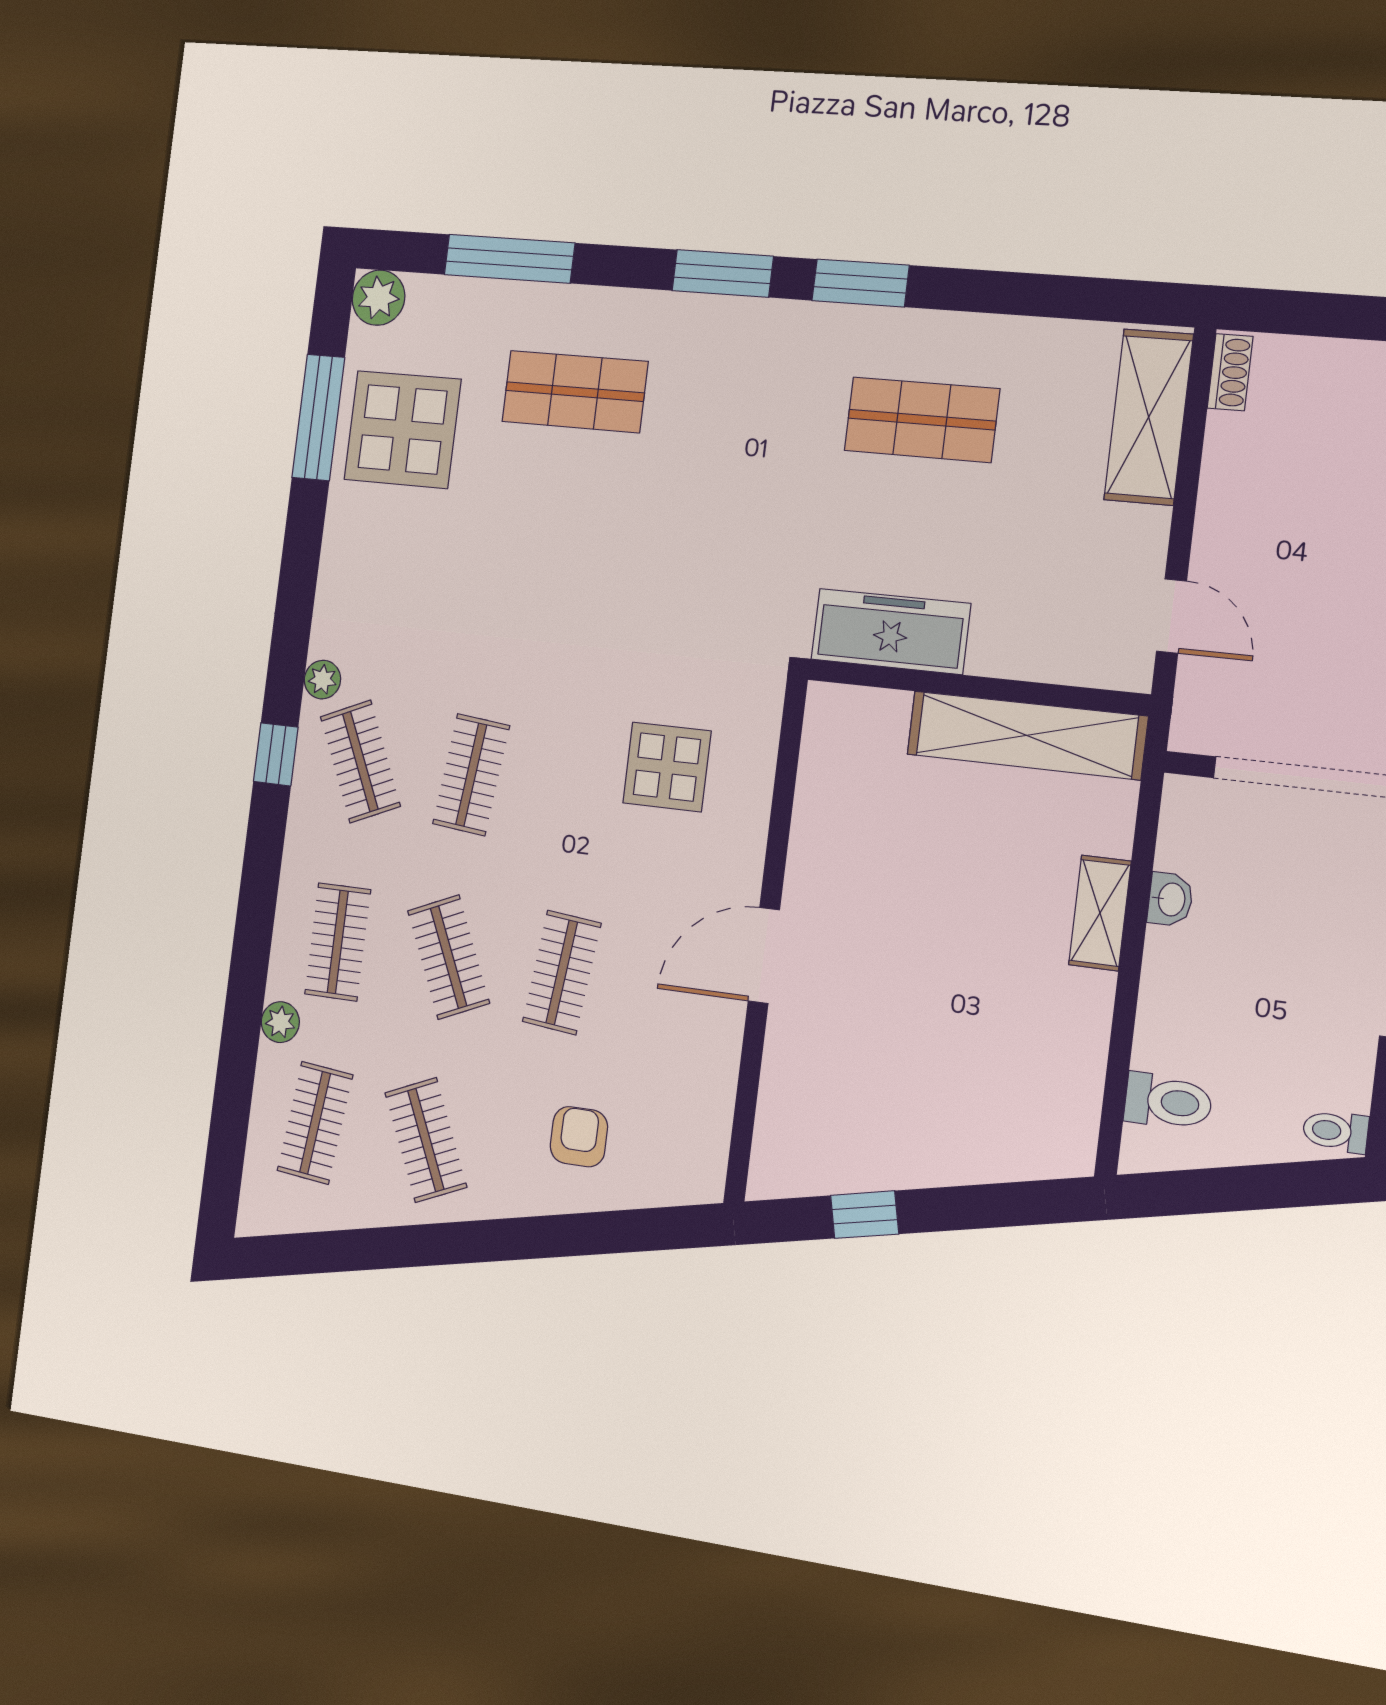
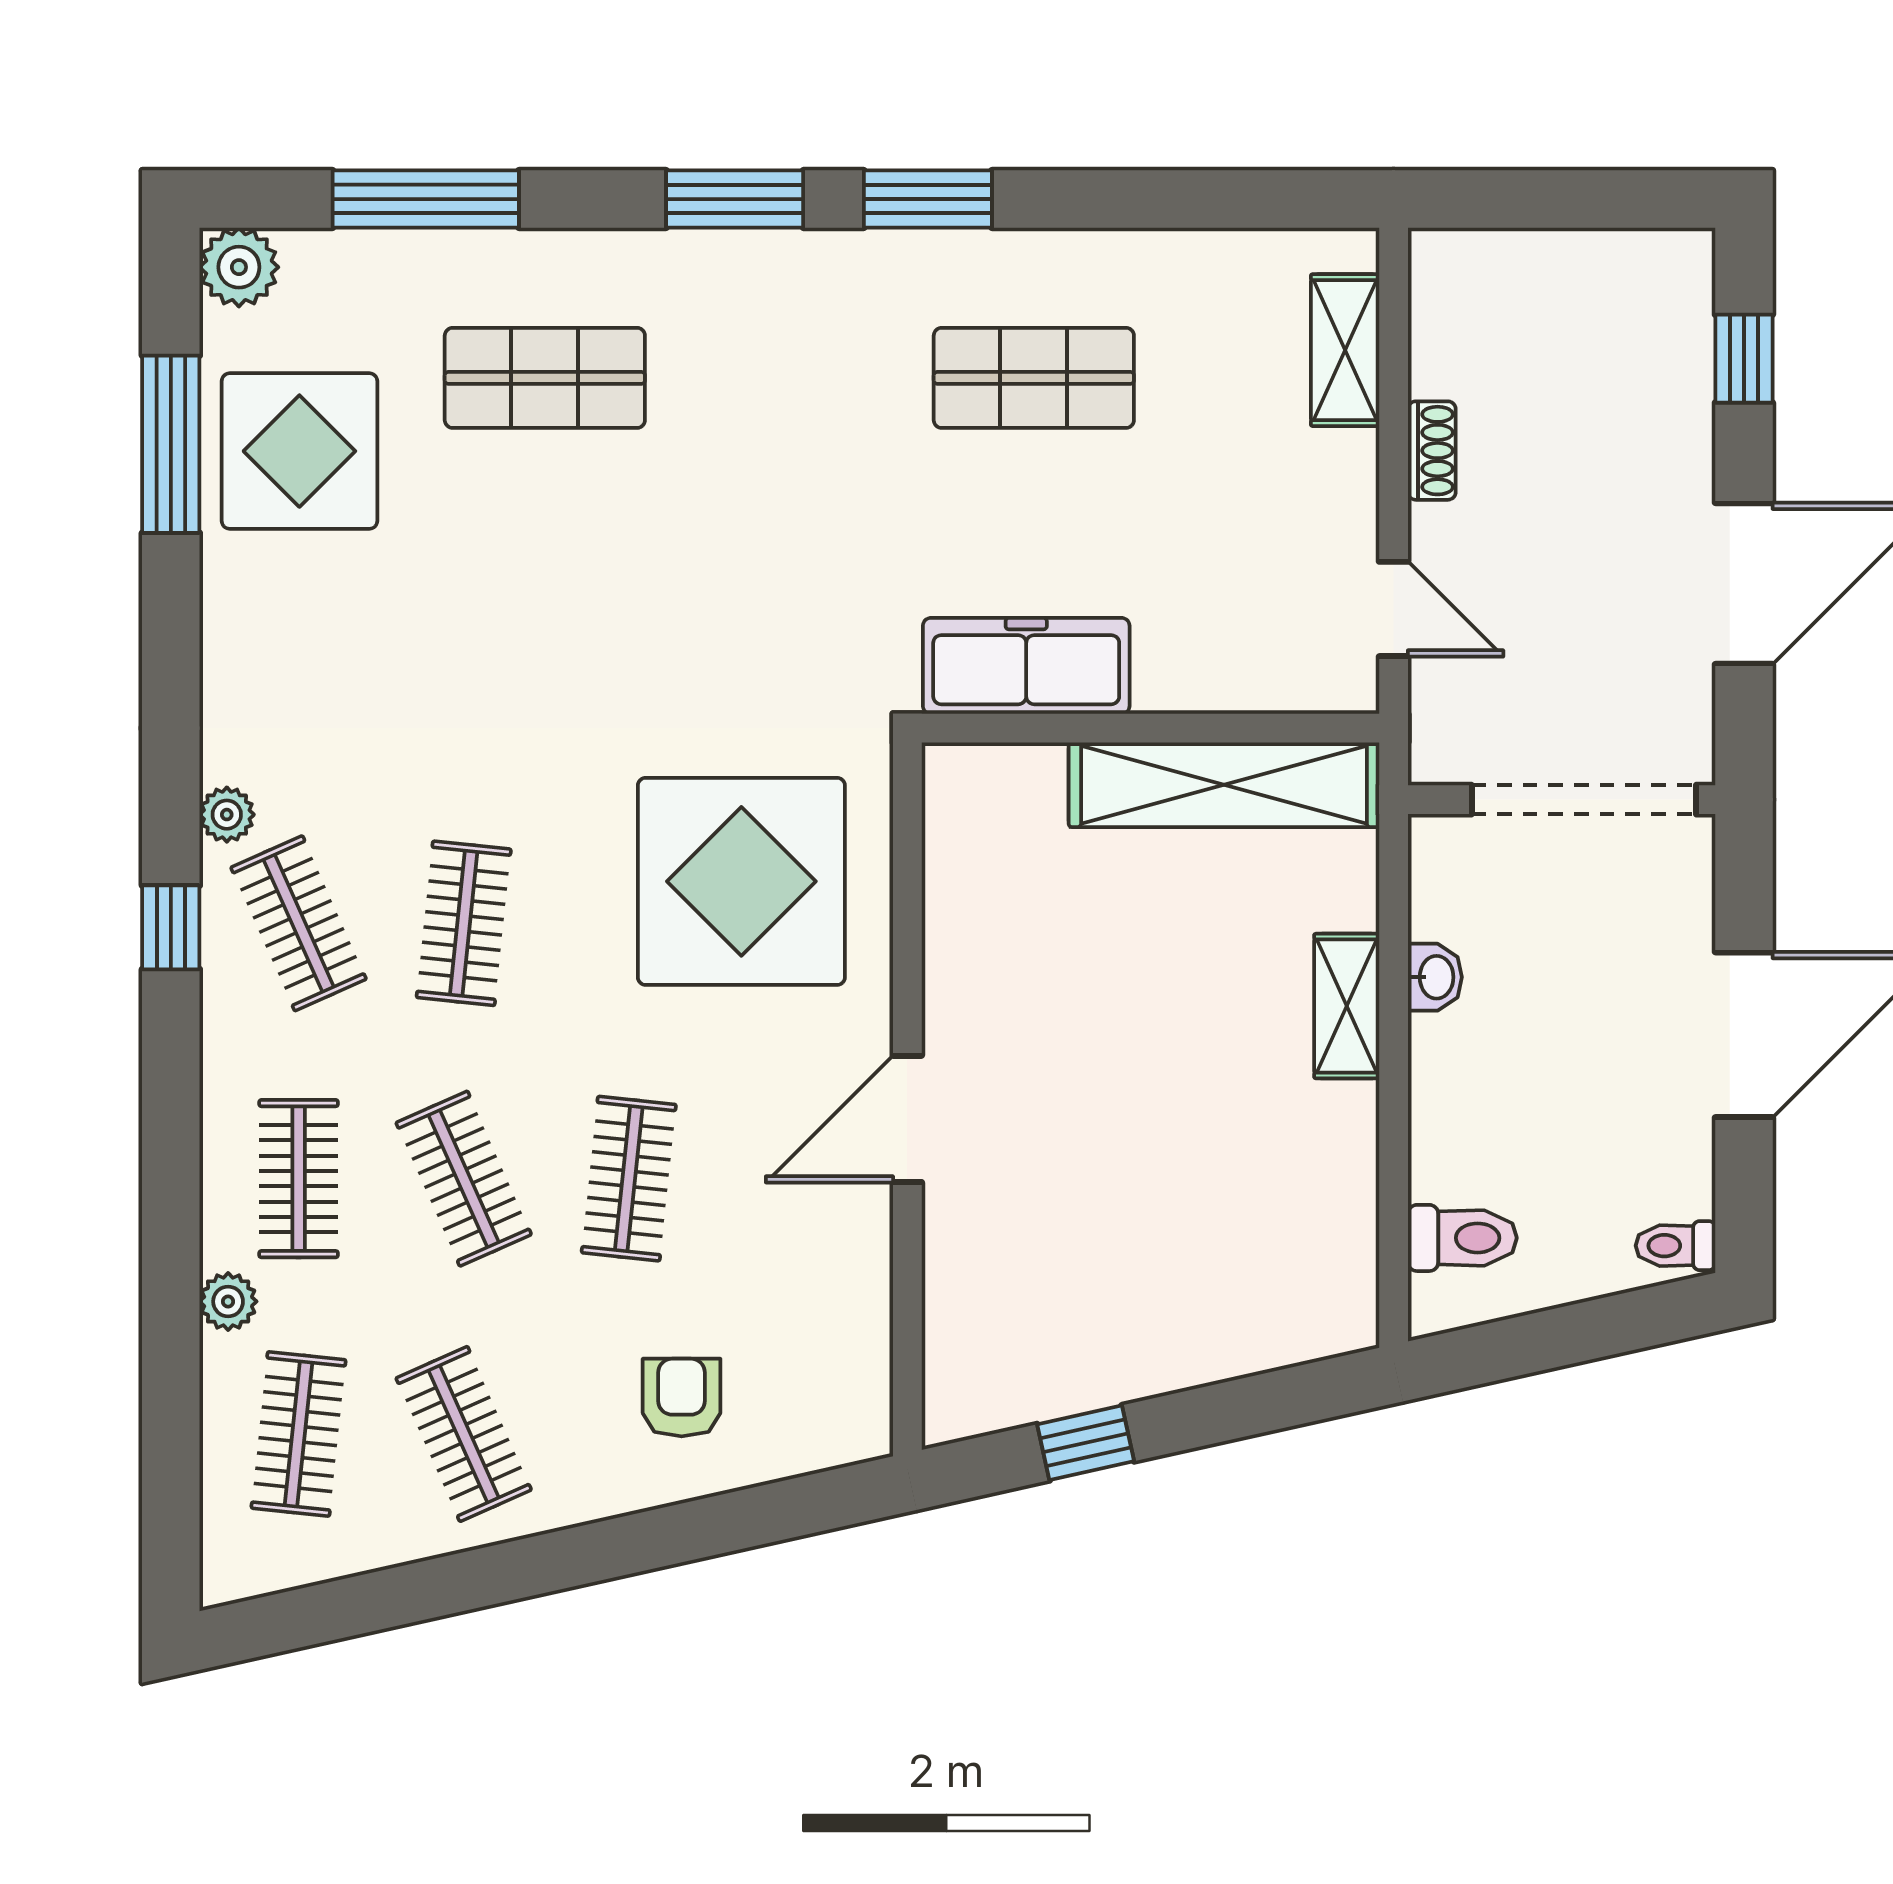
shoe rack: (1230, 372) -> (1432, 451), moved
shelving: (1149, 417) -> (1345, 350), width x0.67, depth x0.75
display table: (667, 767) -> (741, 881), width x1.86, depth x1.86

